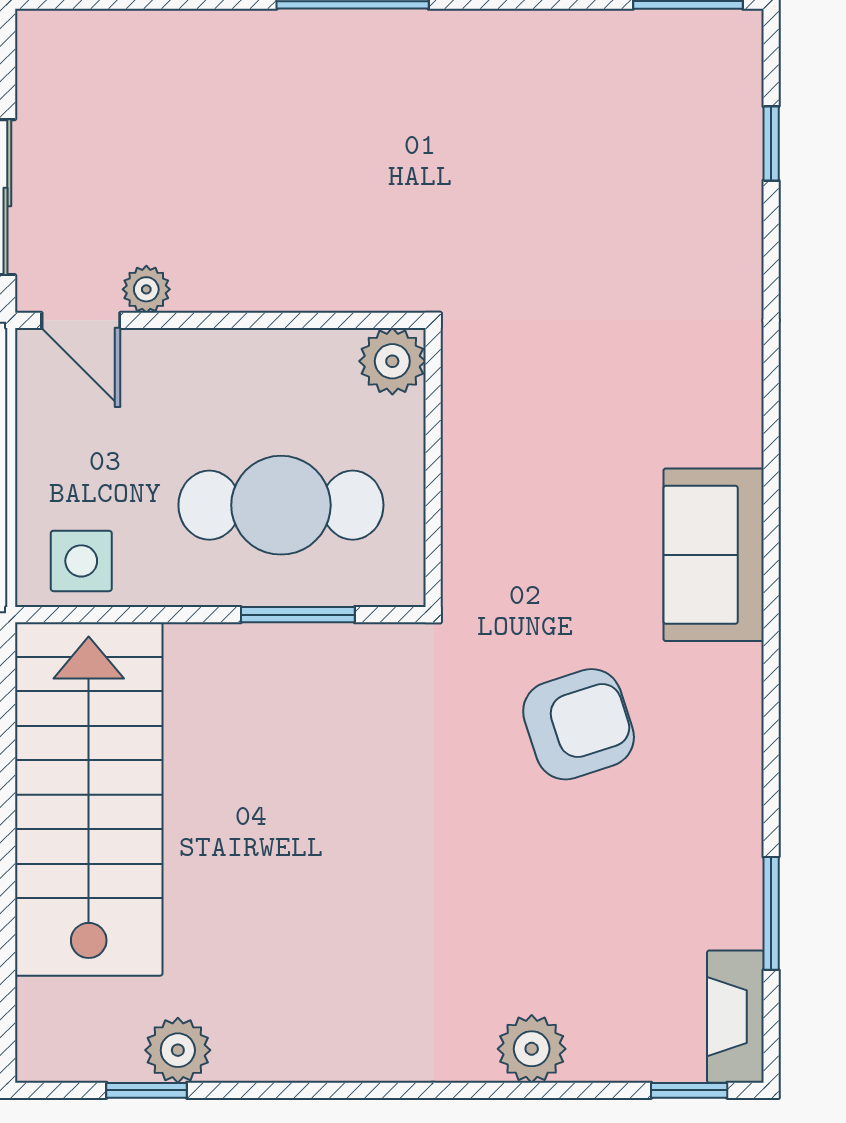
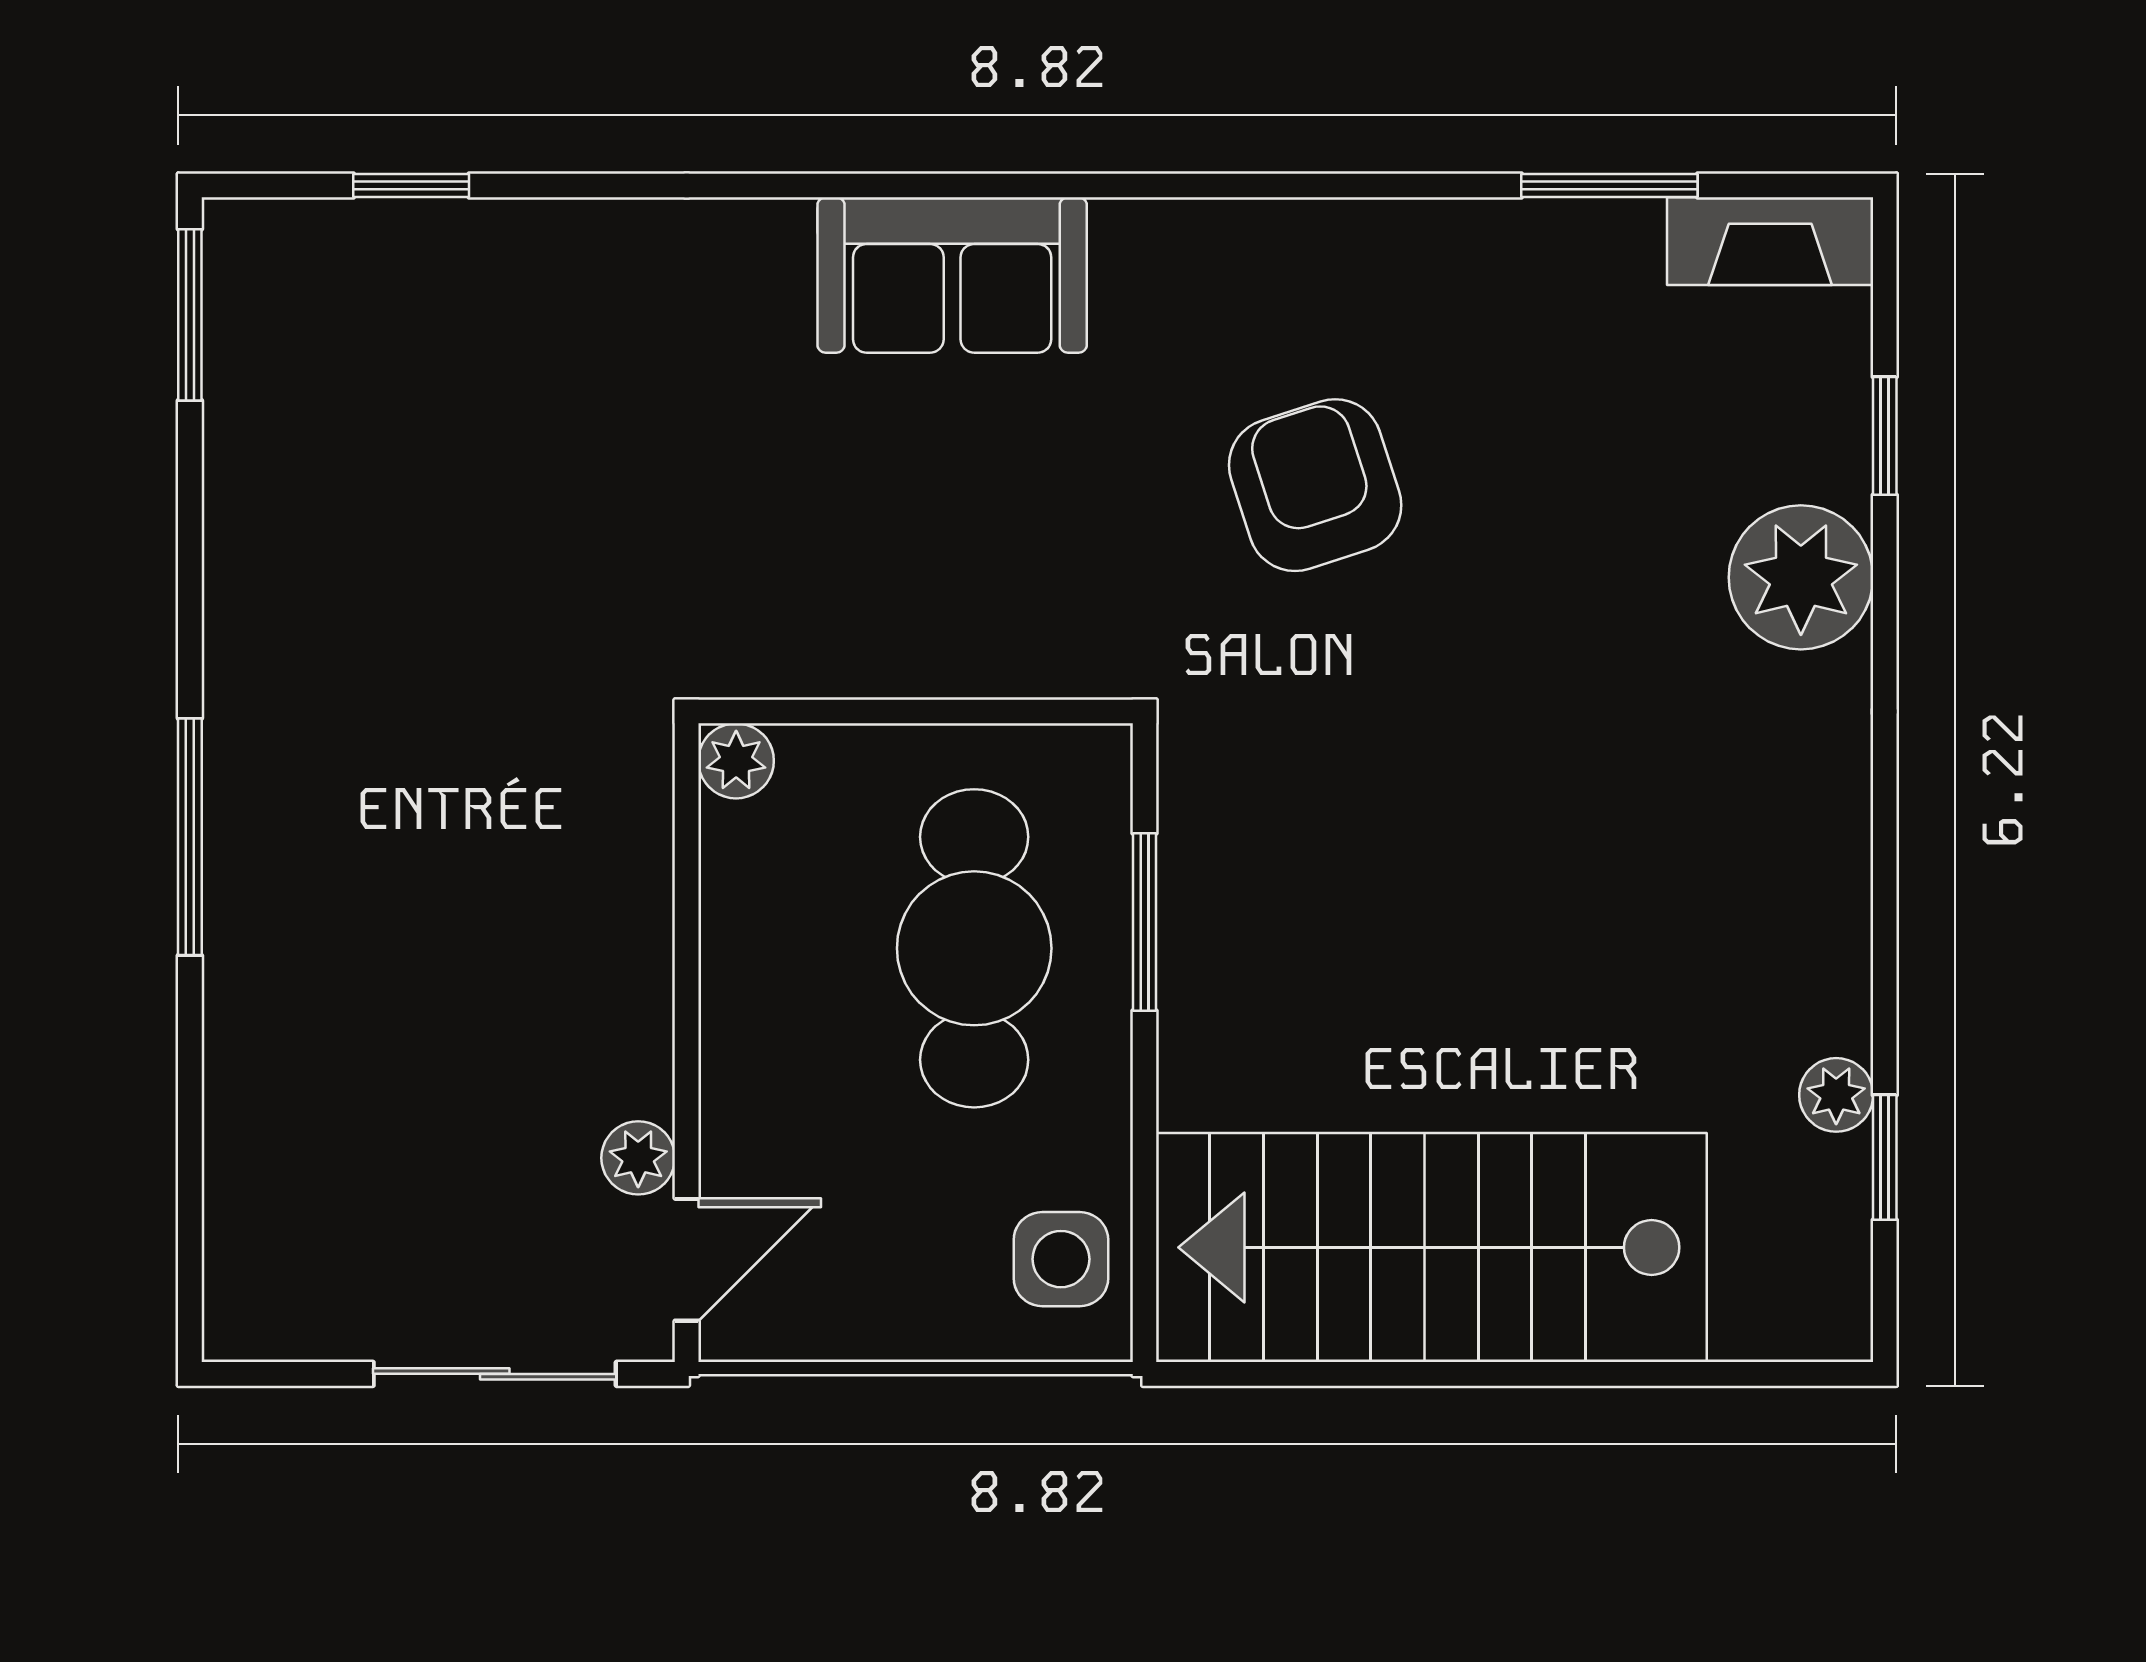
plant: (392, 361) -> (736, 761), width x0.73, depth x0.73
sofa: (714, 555) -> (952, 275), moved
plant: (532, 1049) -> (1801, 577), width x1.36, depth x1.36
plant: (178, 1050) -> (1836, 1095), width x0.73, depth x0.73
window: (689, 1090) -> (1885, 436), moved

